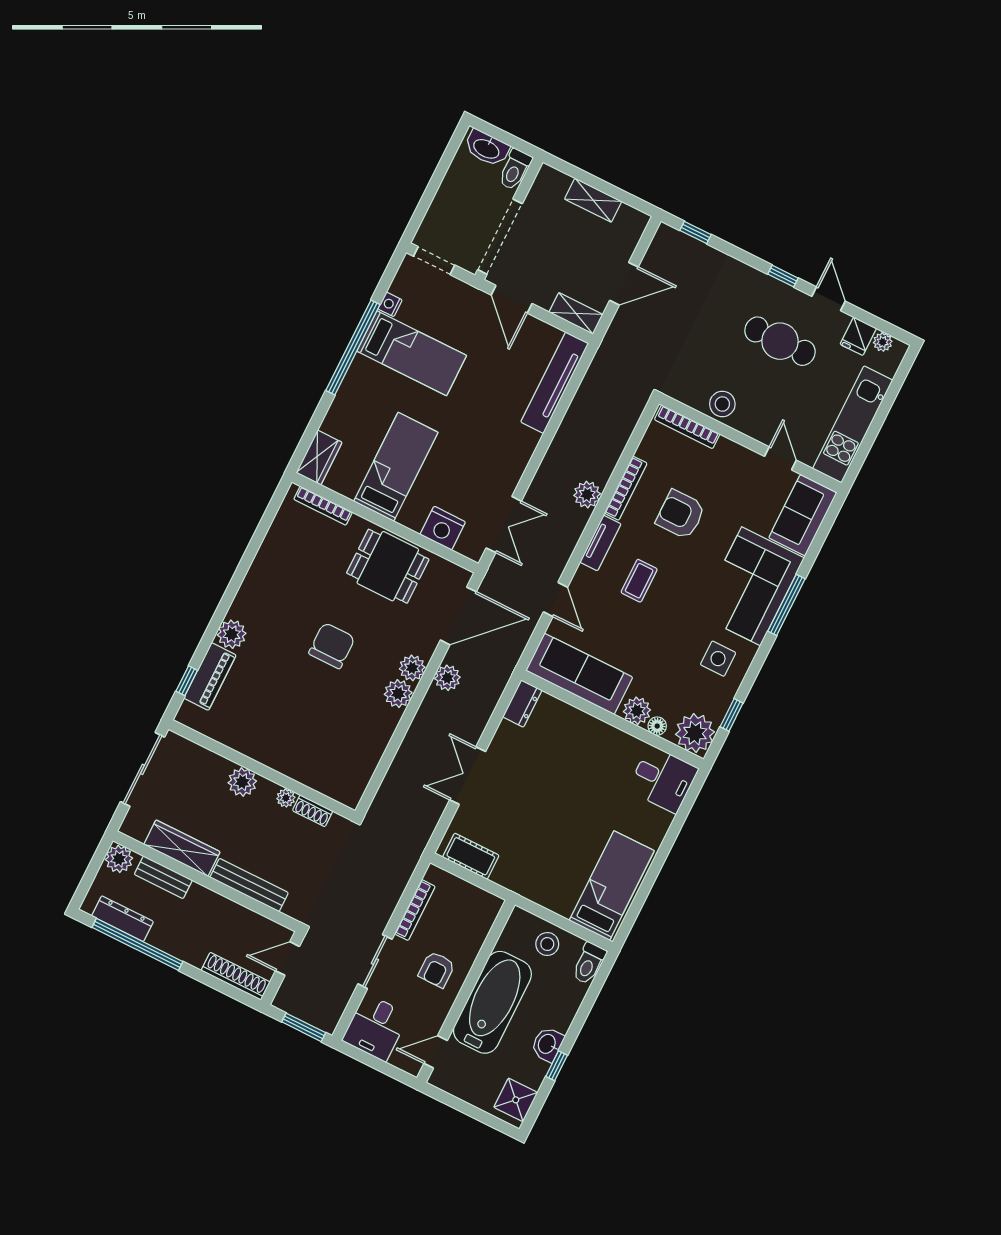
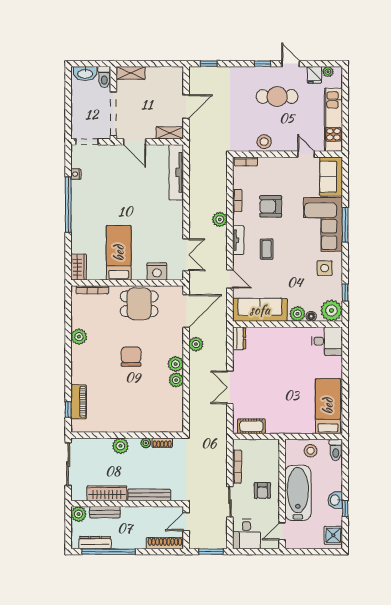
shelving: (593, 200) -> (131, 73), moved
bed: (412, 353) -> (99, 193), removed
bookcase: (687, 427) -> (246, 161), width x0.64
bookcase: (626, 488) -> (237, 200), width x0.64
plant: (232, 634) -> (79, 337), moved
plant: (412, 668) -> (176, 380), moved

